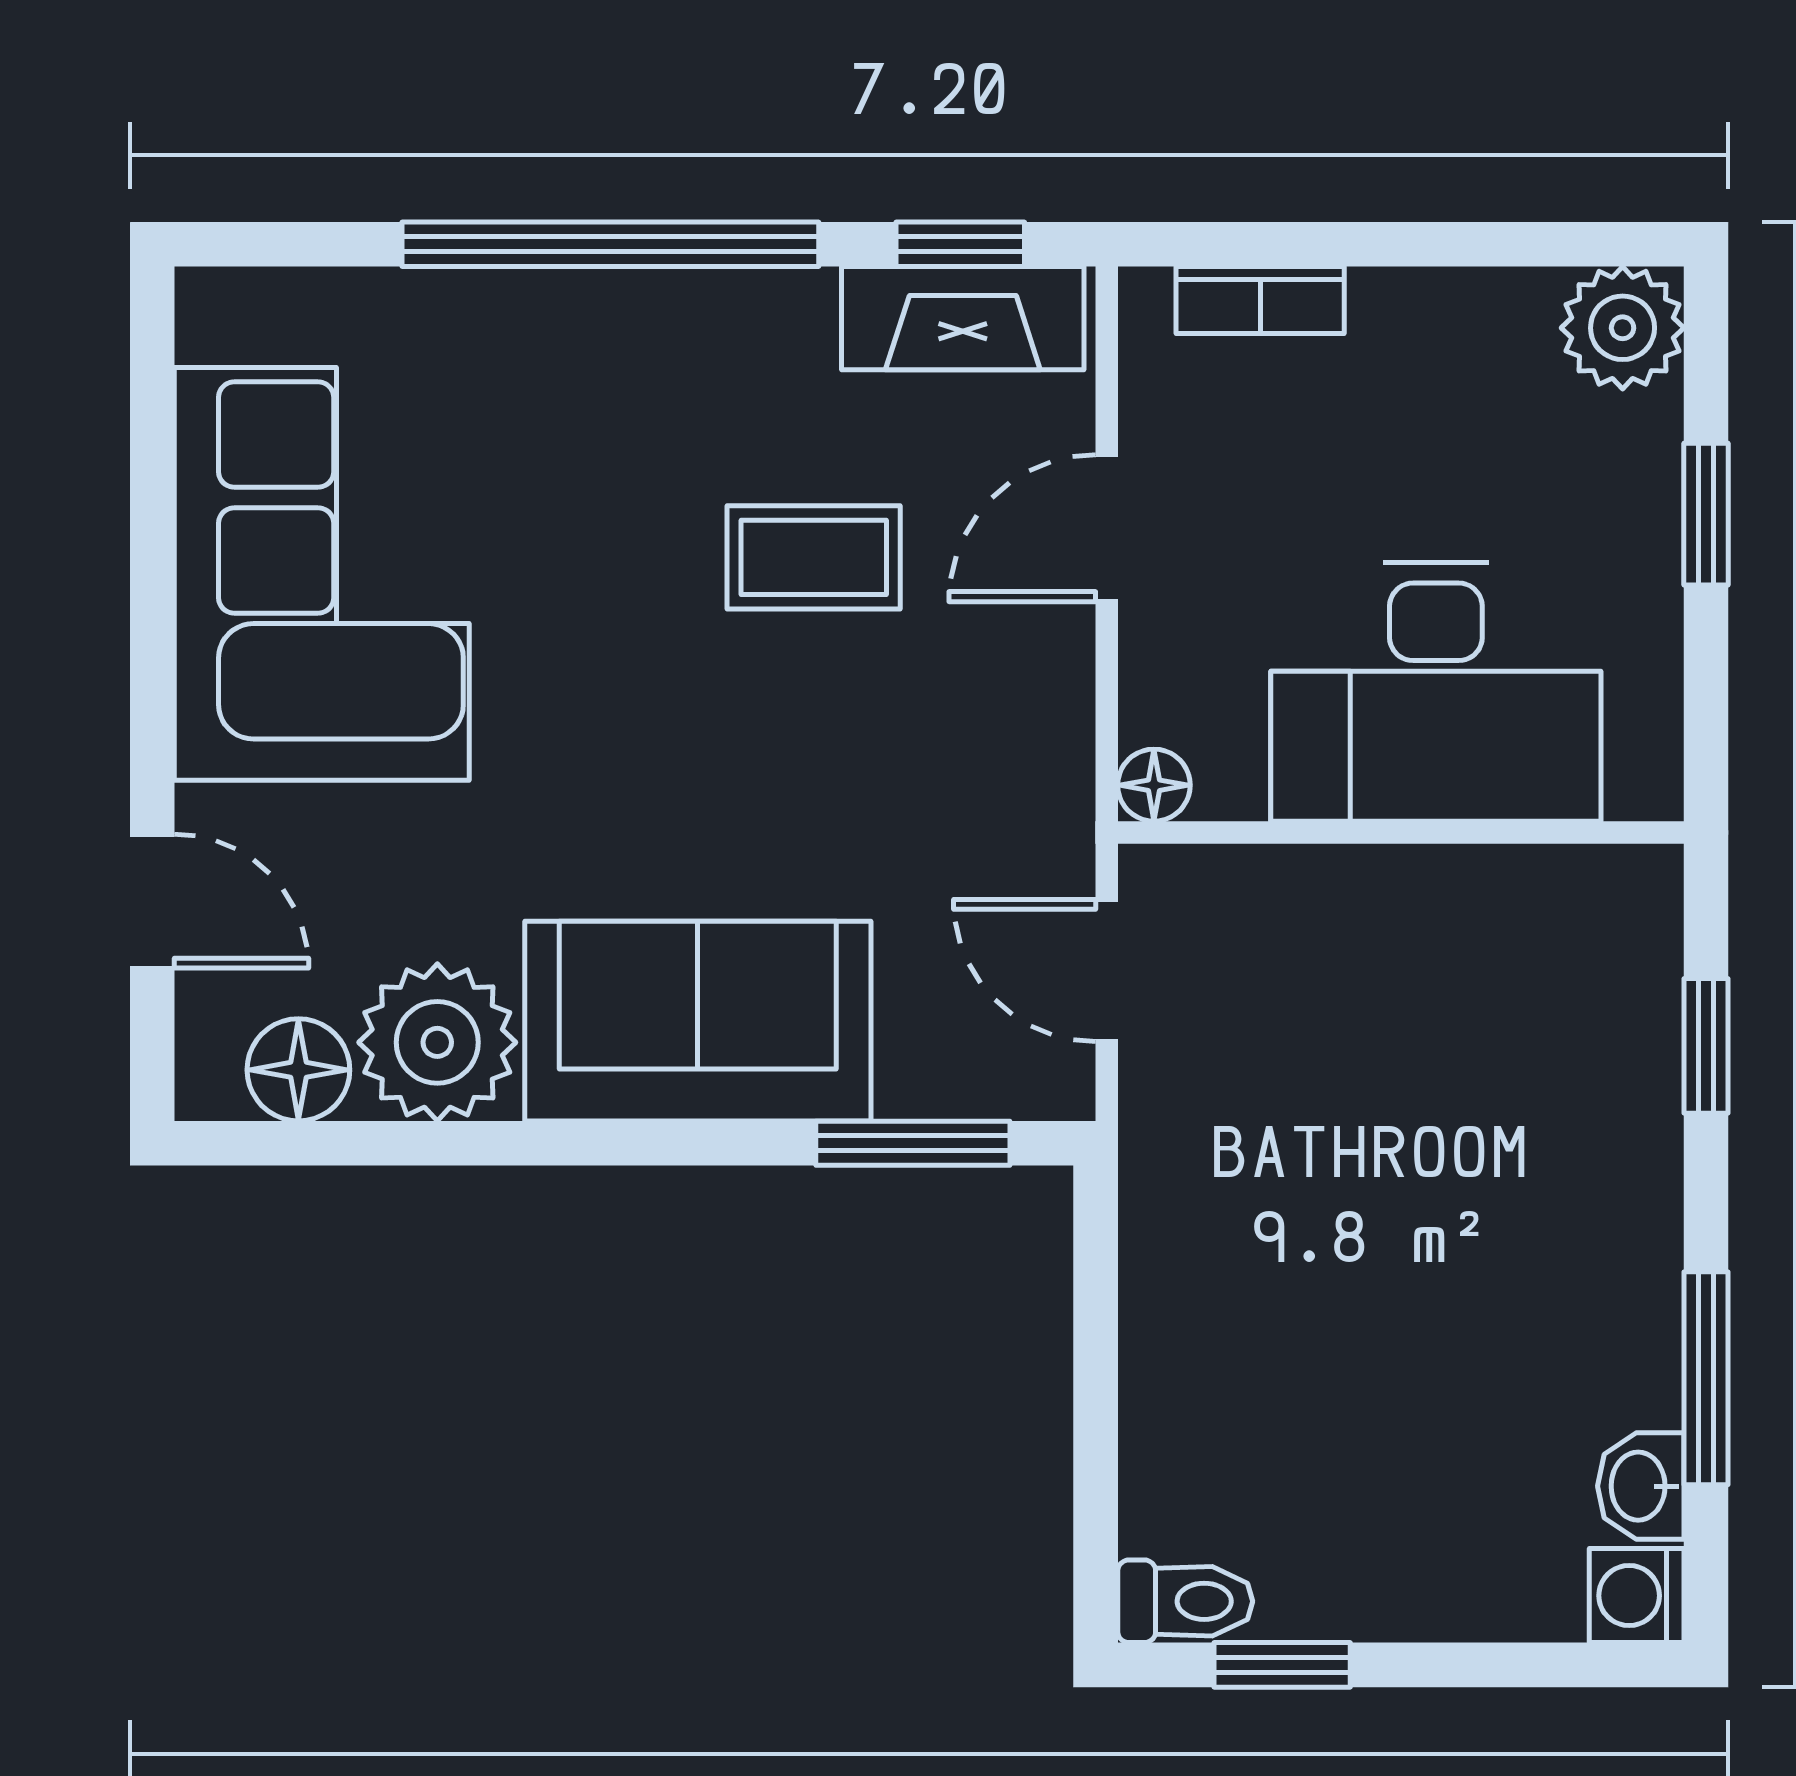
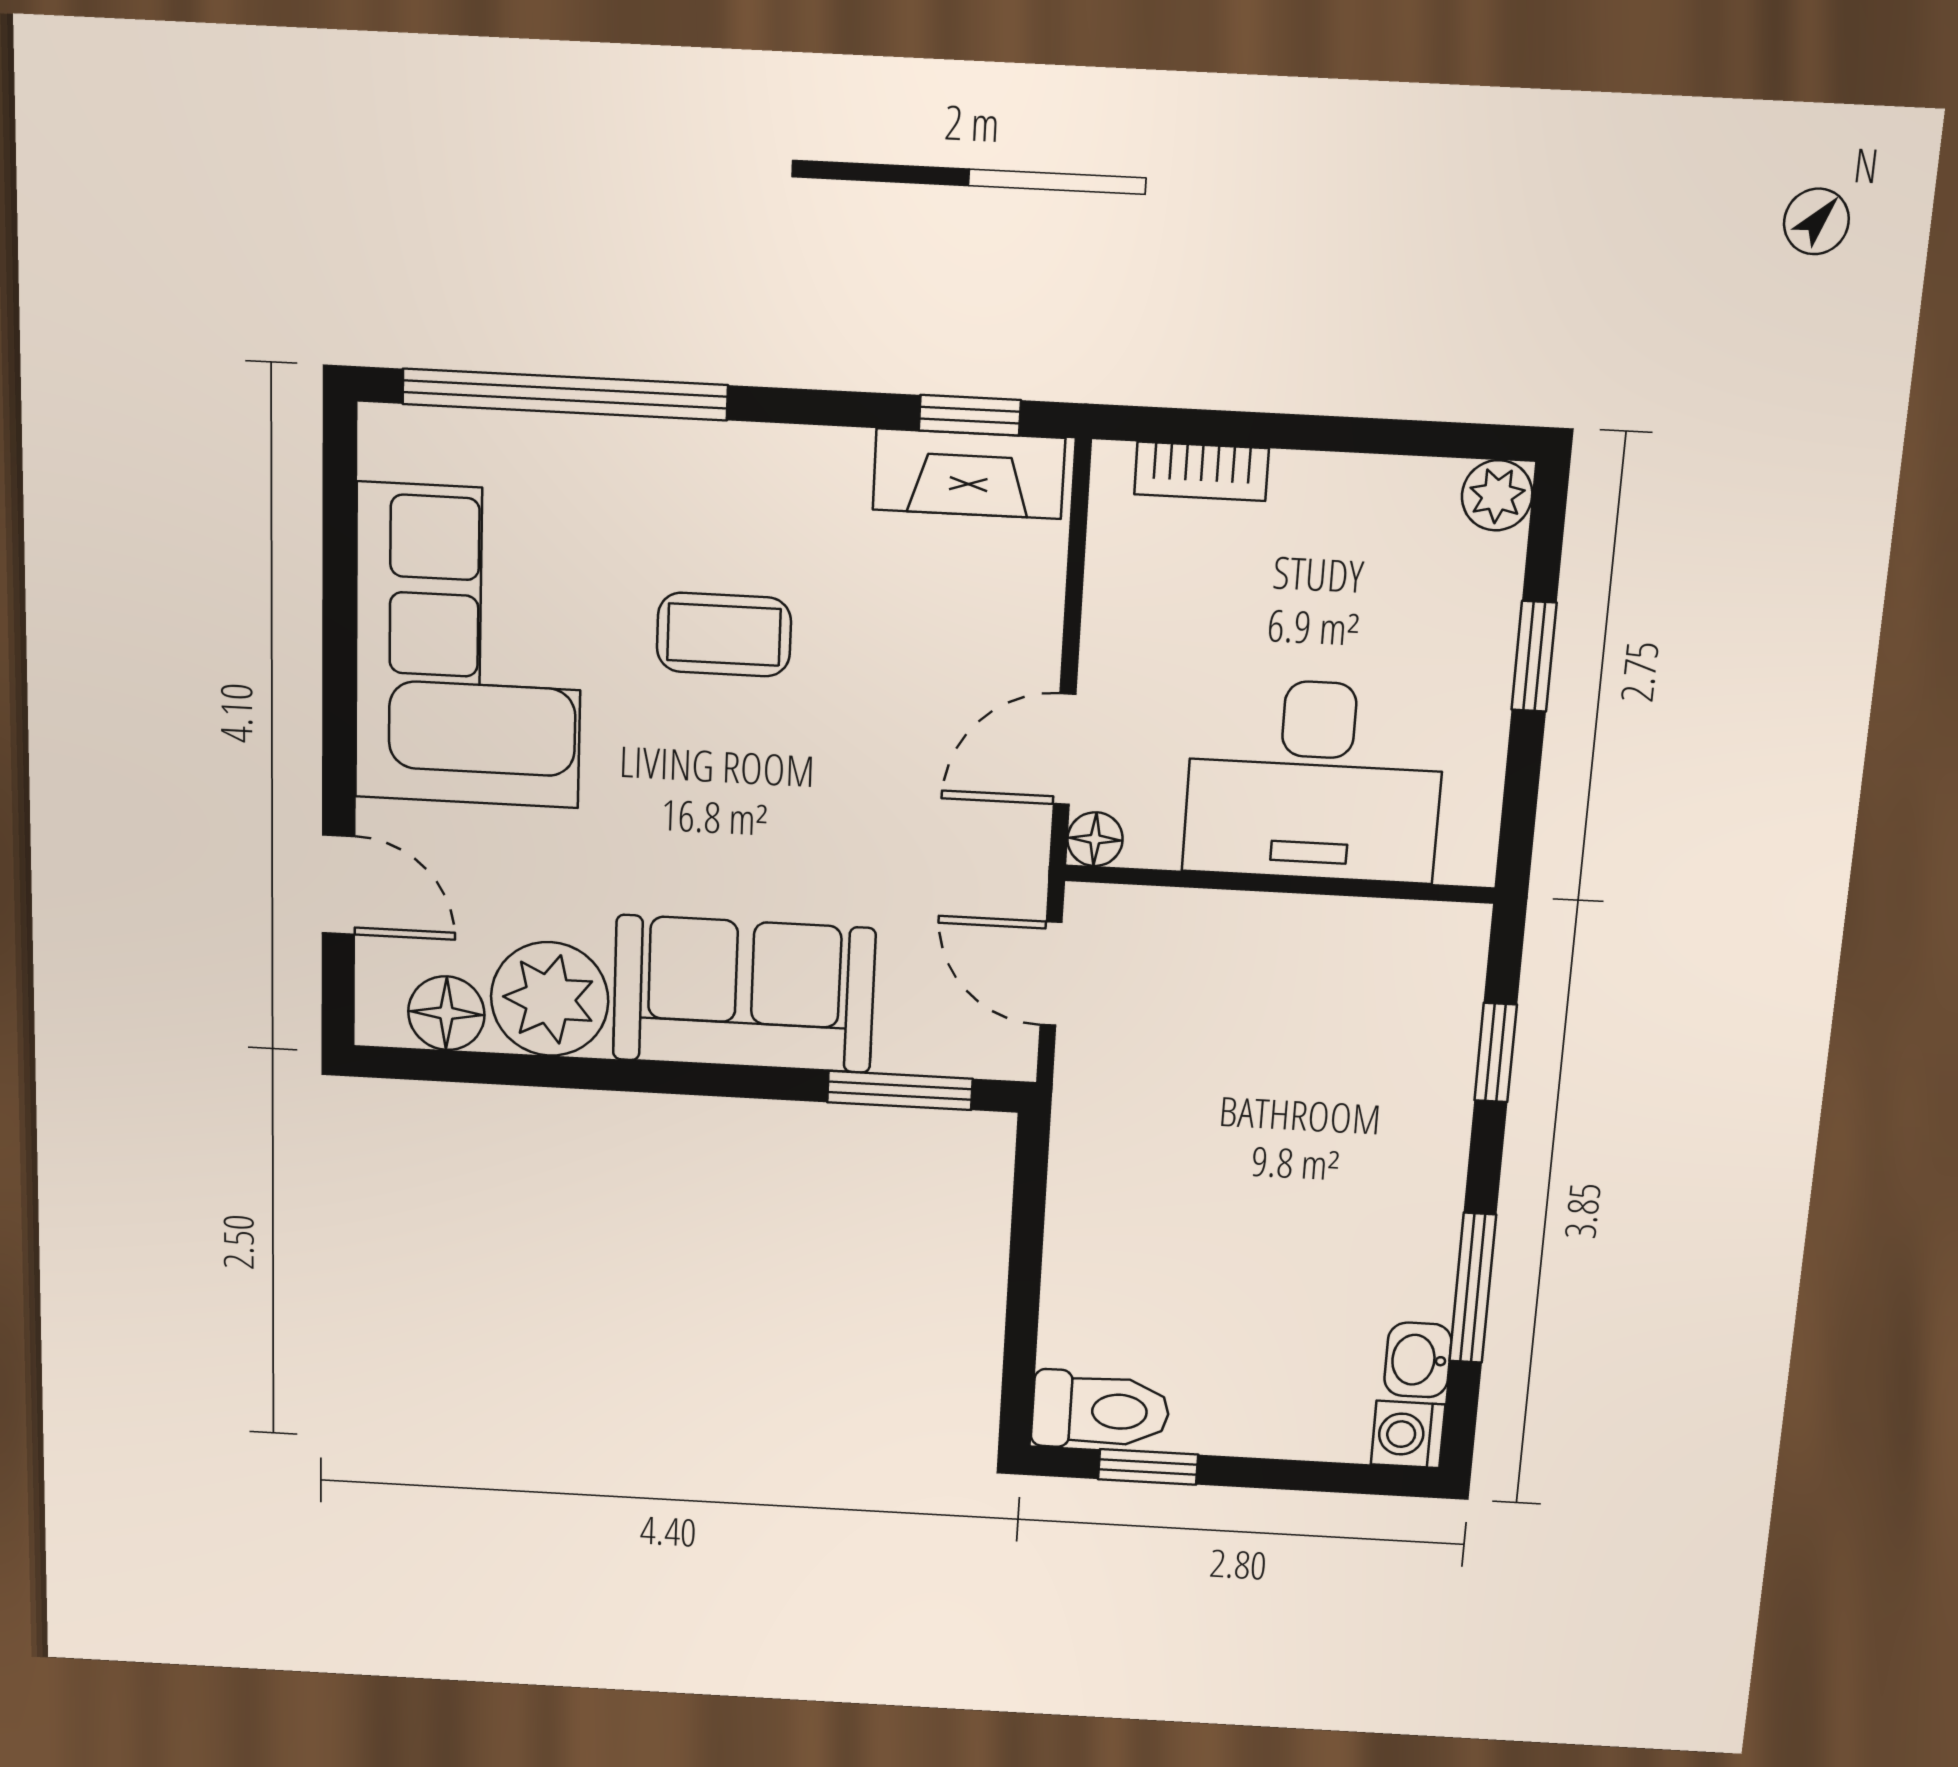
window: (610, 244) -> (565, 395), moved
plant: (1623, 328) -> (1497, 495), width x0.73, depth x0.73
door: (1107, 528) -> (1065, 749), moved
coffee table: (814, 557) -> (724, 635), moved
toilet: (1185, 1601) -> (1100, 1411), width x1.37, depth x1.39

